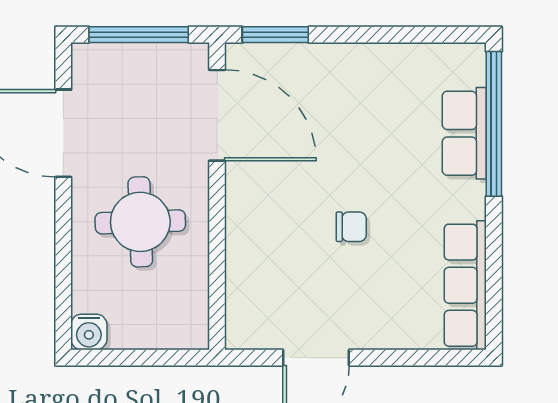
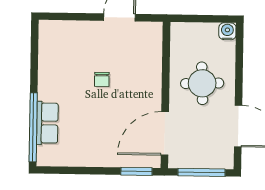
door: (217, 115) -> (165, 133), hinge flipped
chair: (351, 227) -> (102, 79), turned -90
row of seats: (465, 285) -> (48, 51), removed

